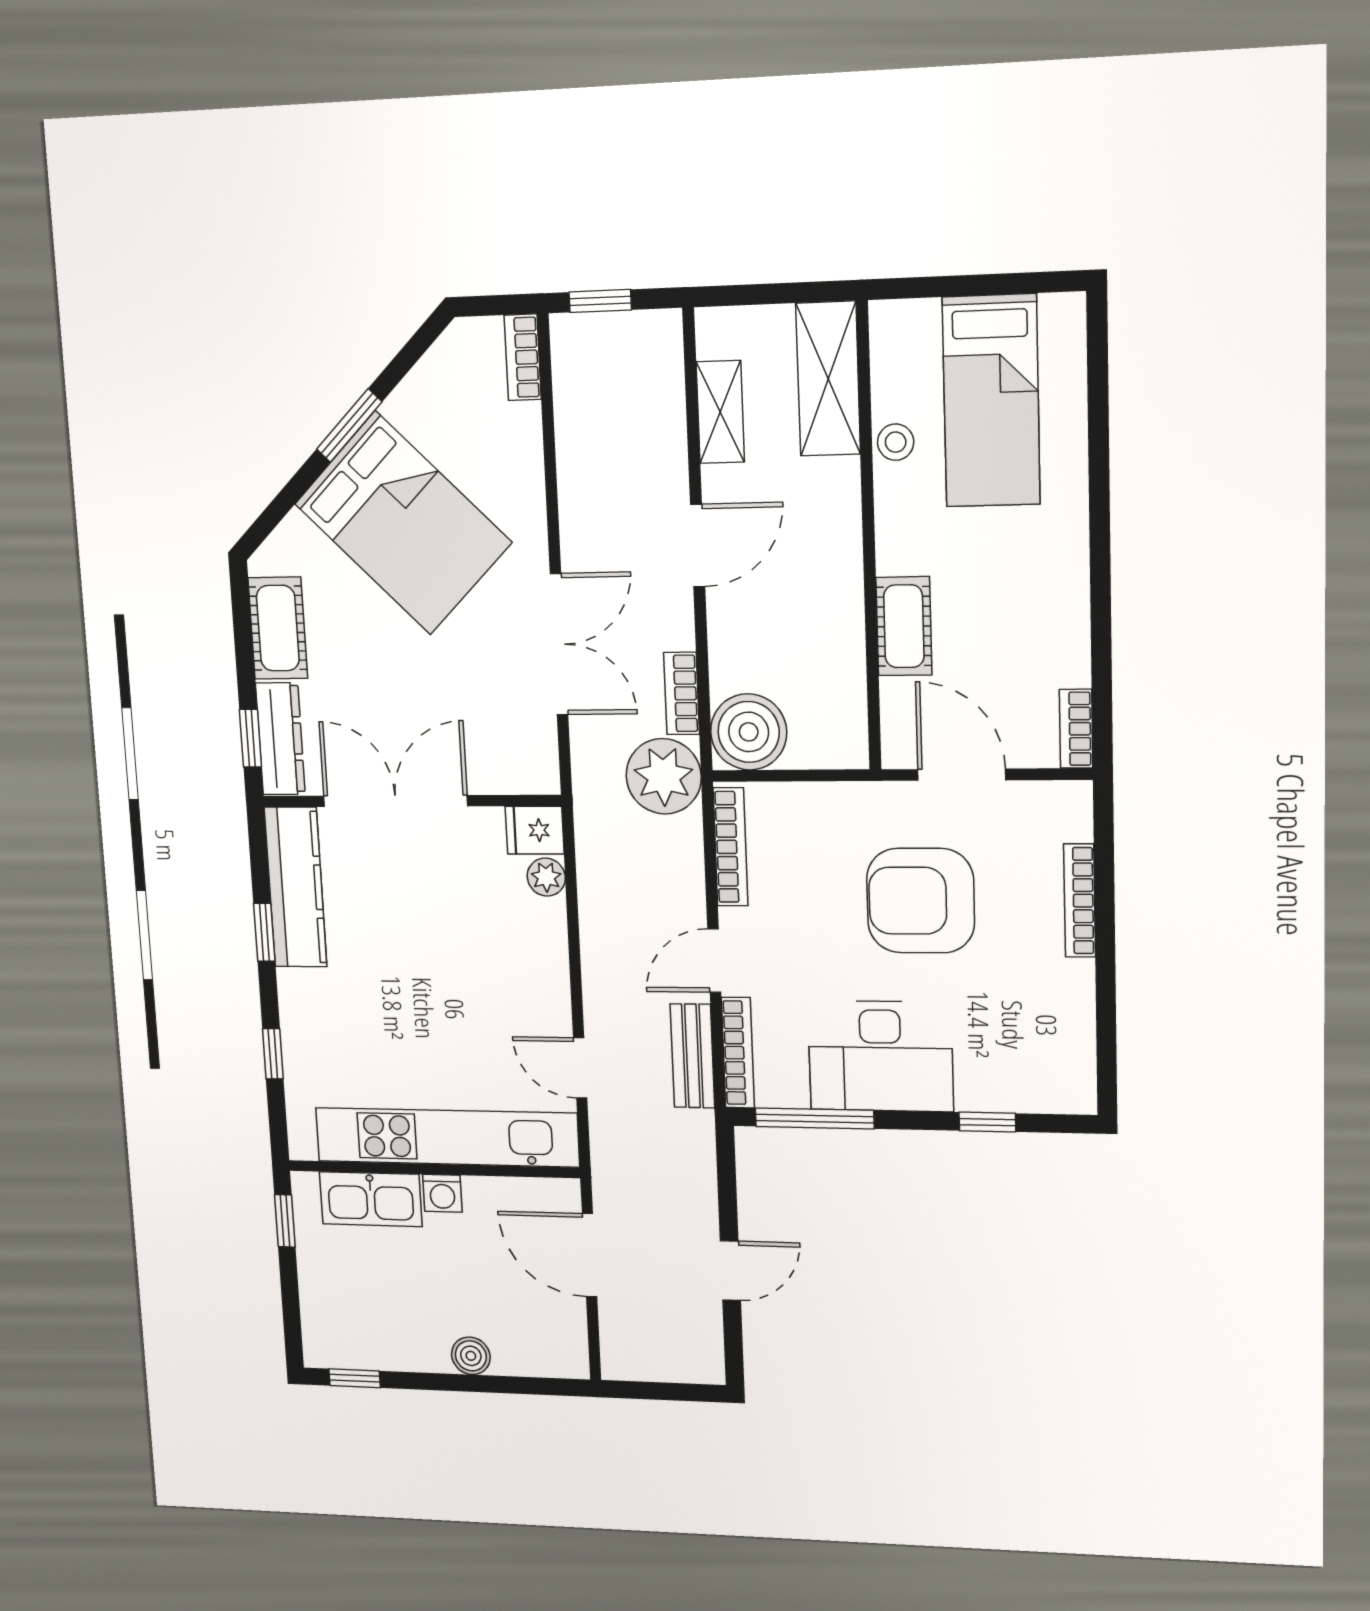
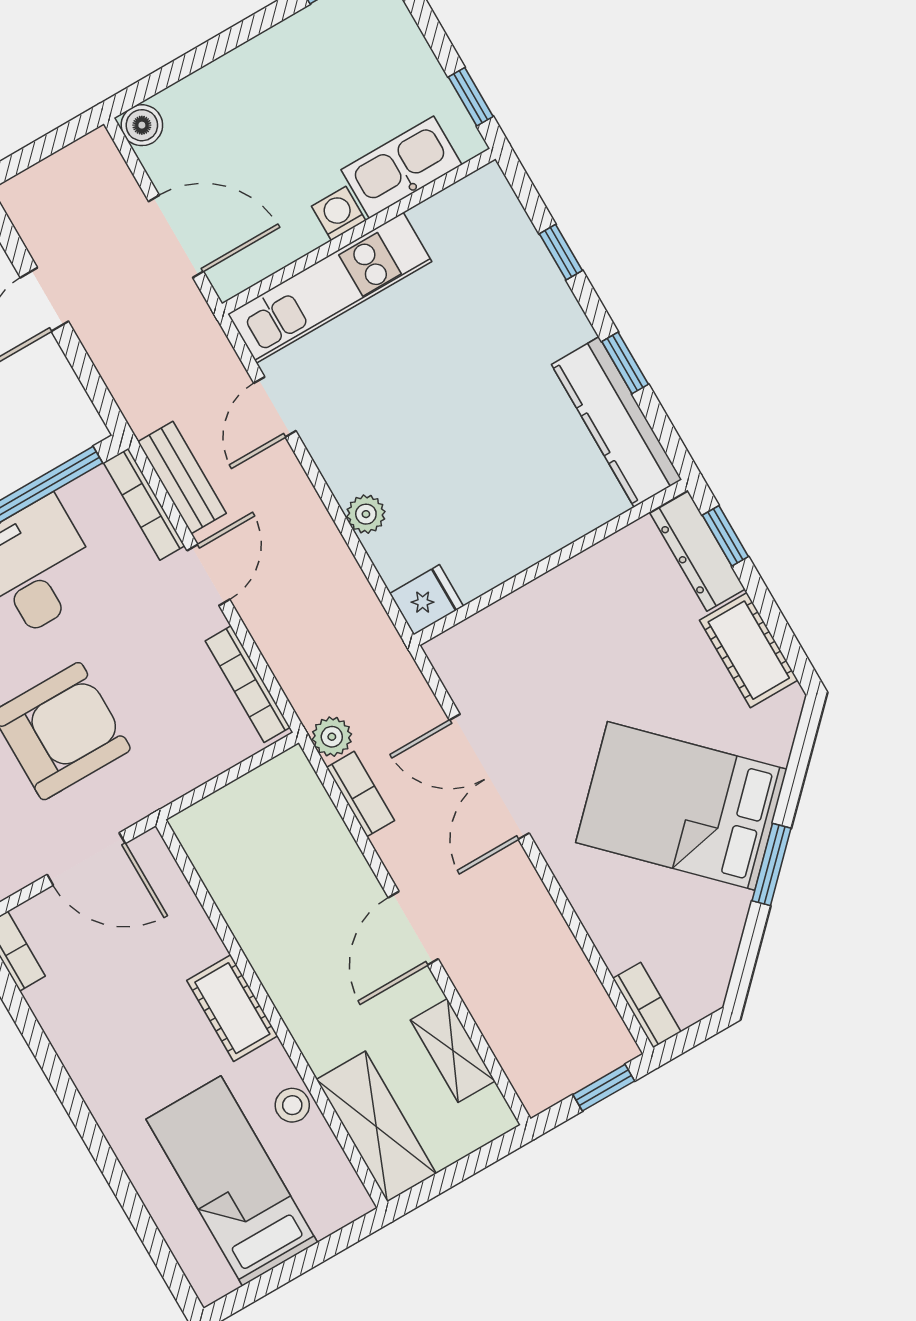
cot: (904, 626) -> (232, 1008), moved
boiler: (749, 732) -> (285, 793), removed
plant: (664, 776) -> (332, 737), width x0.53, depth x0.53
double door: (395, 801) -> (565, 554), removed
plant: (546, 877) -> (366, 514), moved
door: (580, 1068) -> (275, 407), swing flipped
kitchen unit: (447, 1137) -> (330, 288), width x0.73
boiler: (471, 1356) -> (142, 125), moved

